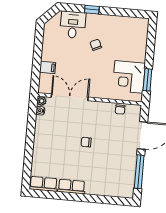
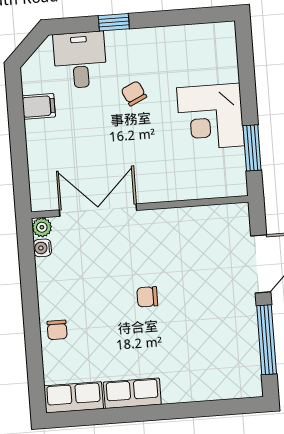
filing cabinet: (48, 67) -> (39, 106), moved
corner desk: (129, 77) -> (210, 117), moved
chair: (120, 109) -> (57, 330), moved

